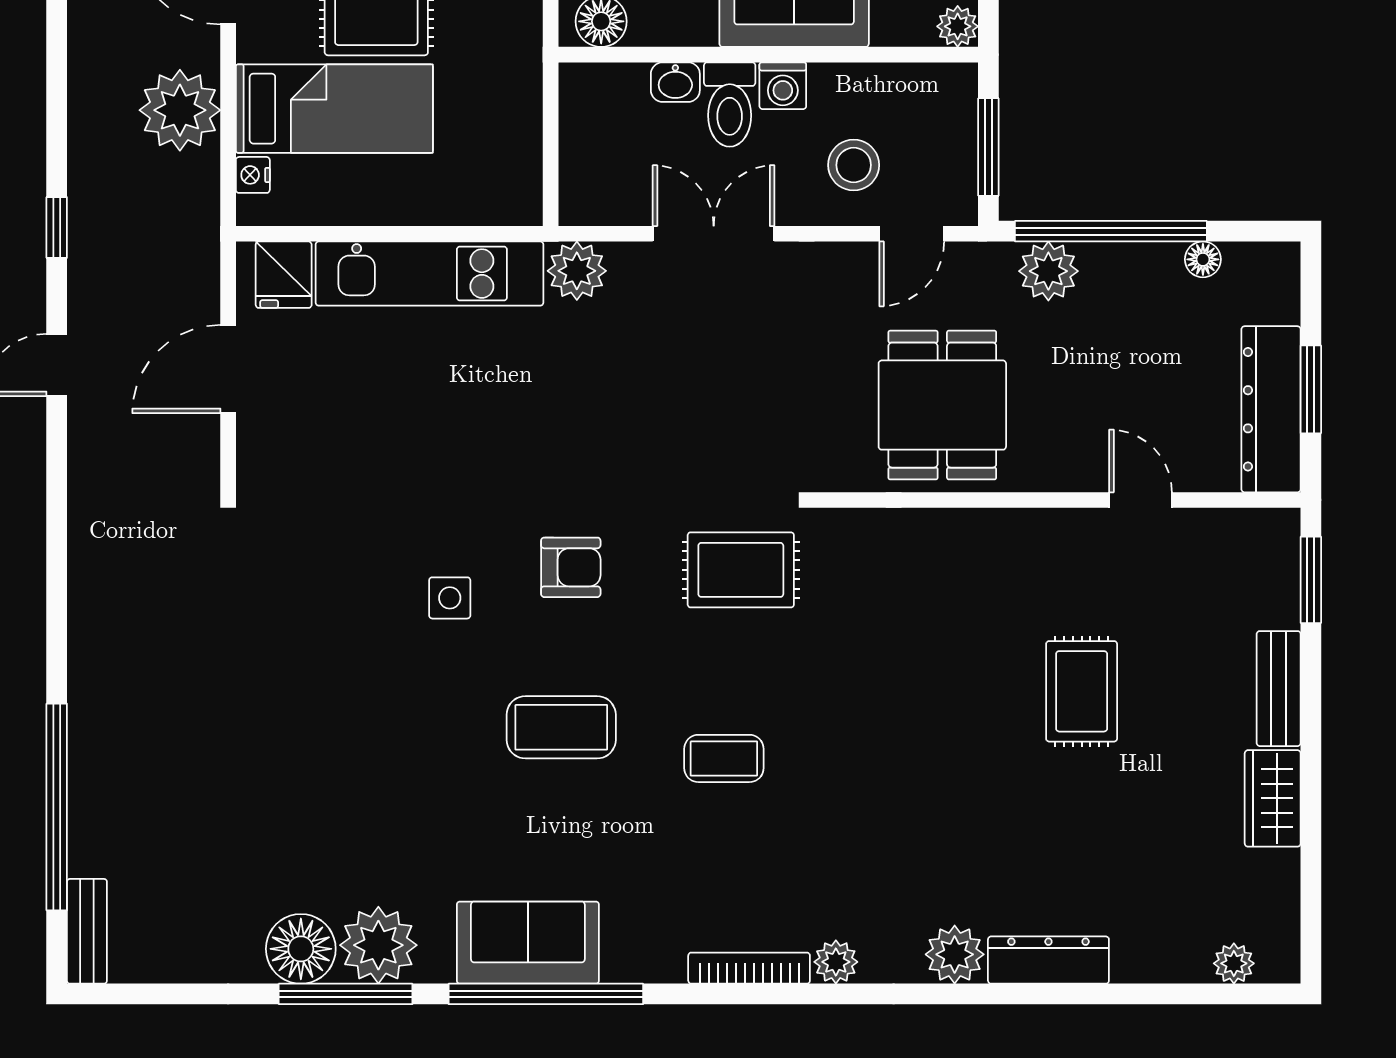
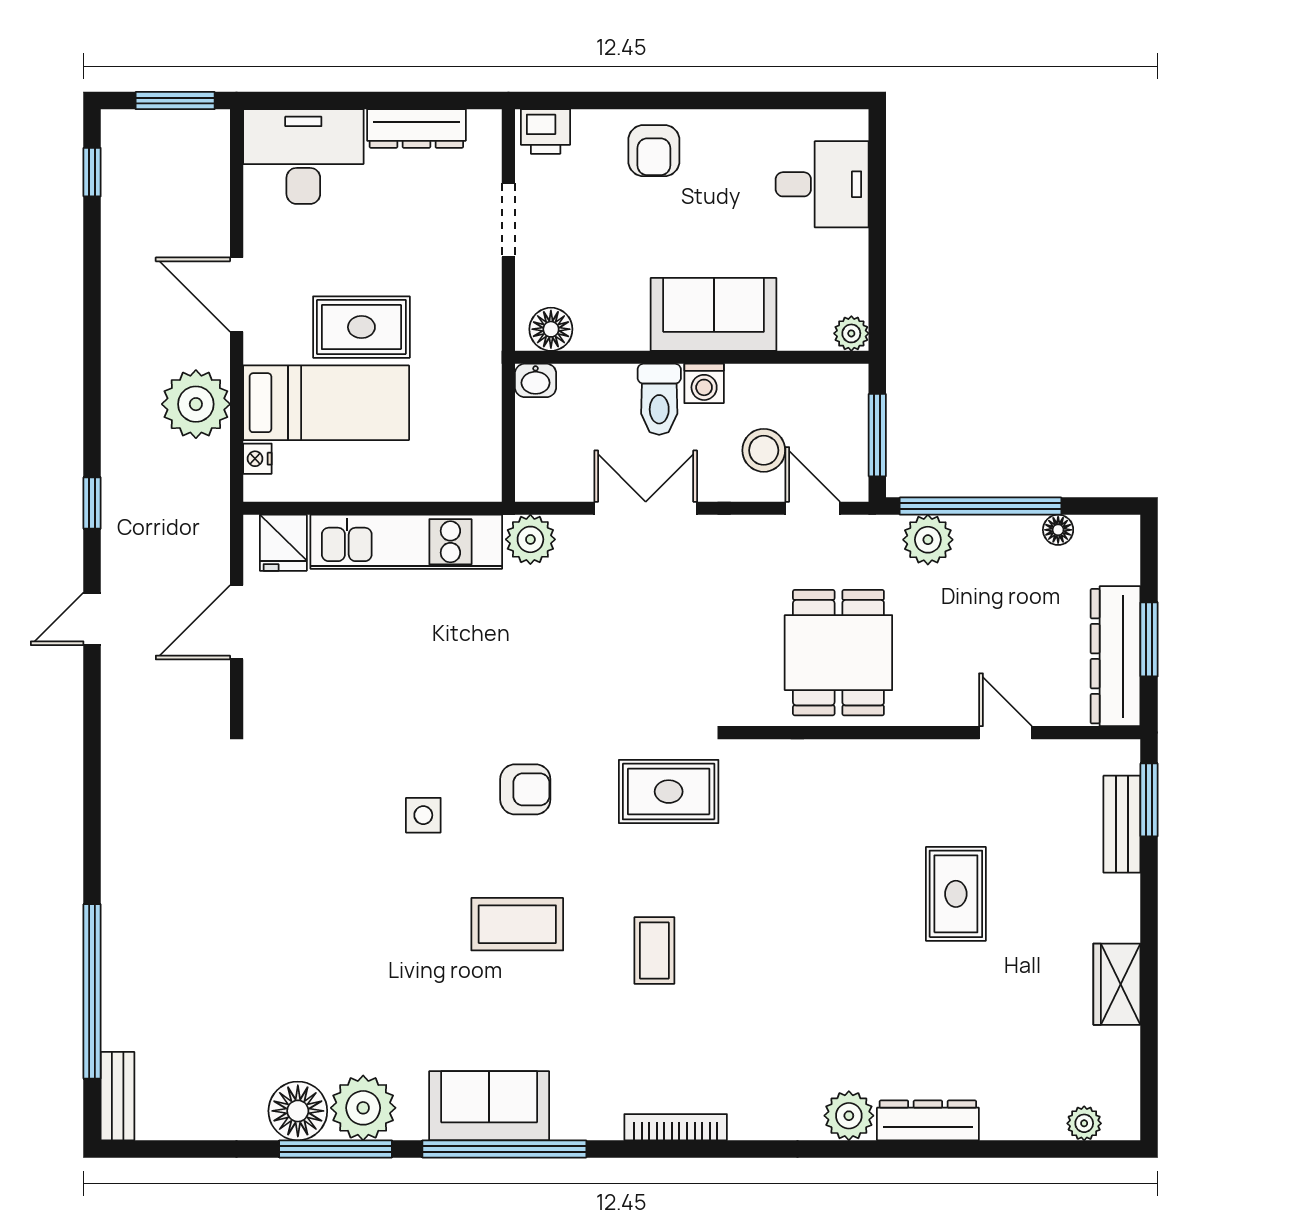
washbasin: (675, 82) -> (536, 380), moved
door: (912, 234) -> (813, 508), swing flipped
bench: (1279, 689) -> (1122, 824), moved
coffee table: (724, 758) -> (654, 950), turned 90
plant: (836, 962) -> (749, 1122), removed

